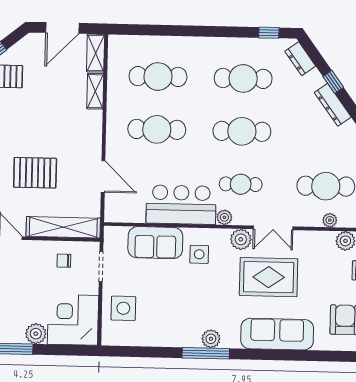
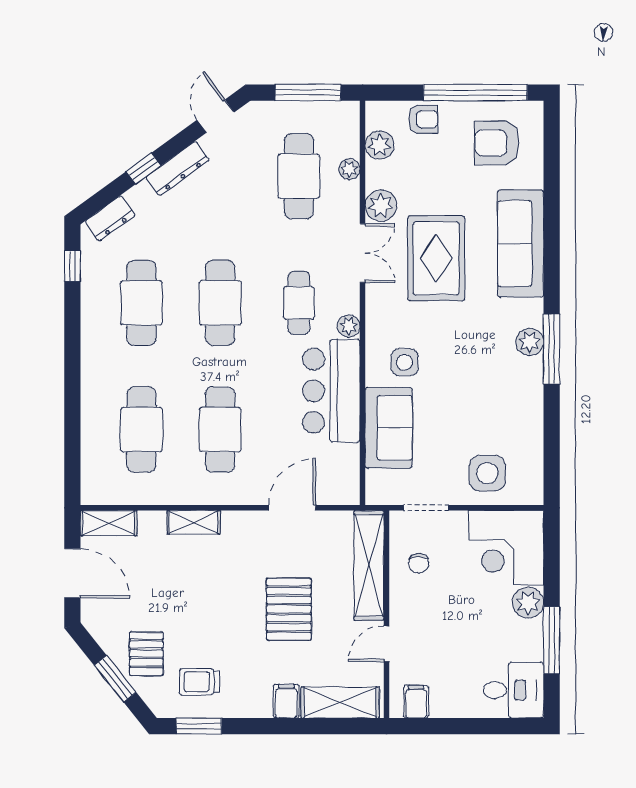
shelving: (95, 91) -> (194, 522), moved
plant: (241, 239) -> (381, 206), moved

